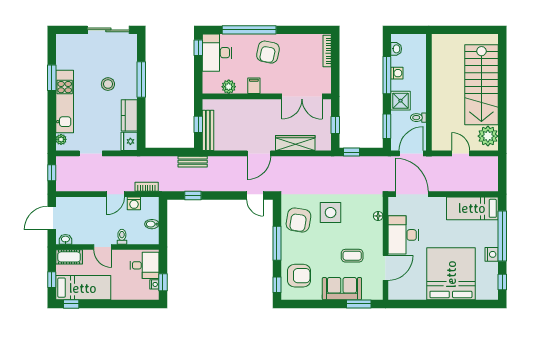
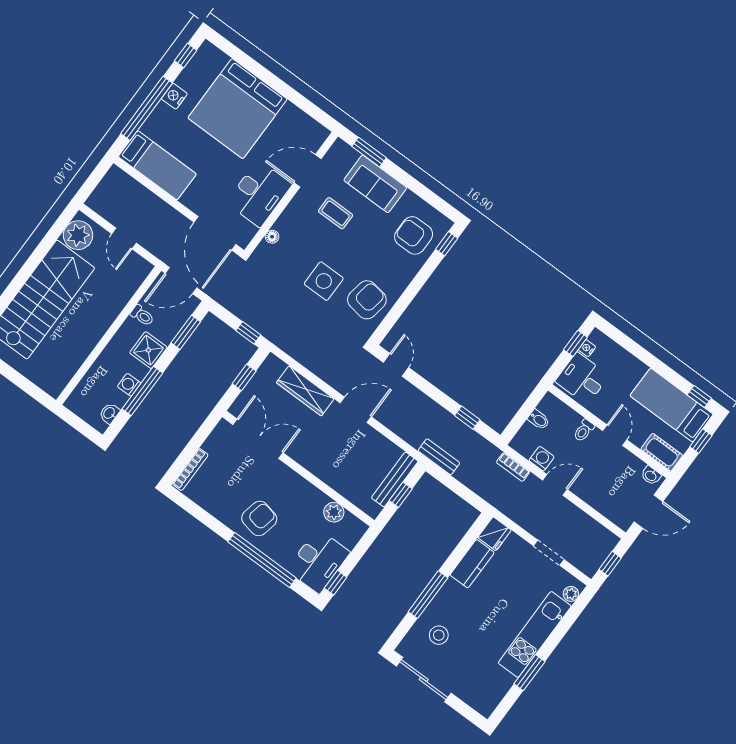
stool: (108, 84) -> (439, 635), moved
filing cabinet: (254, 86) -> (304, 492), removed
window: (277, 243) -> (411, 291), removed

